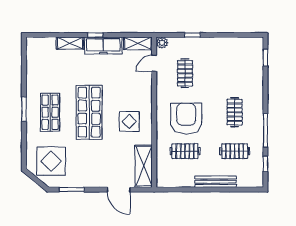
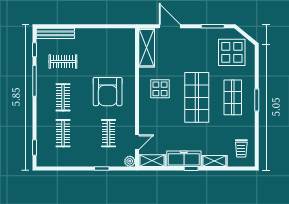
trolley: (41, 57) -> (241, 148), added
clothes rail: (185, 151) -> (63, 133), moved, turned 90
bench: (216, 182) -> (55, 33), moved

